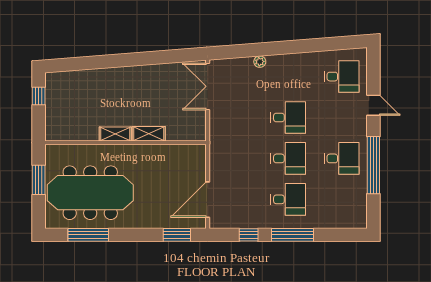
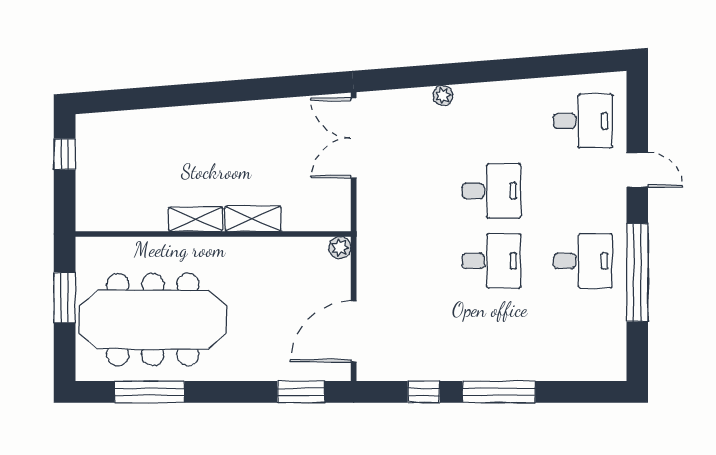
plant: (200, 151) -> (340, 248), added
desk: (288, 199) -> (491, 331), removed

